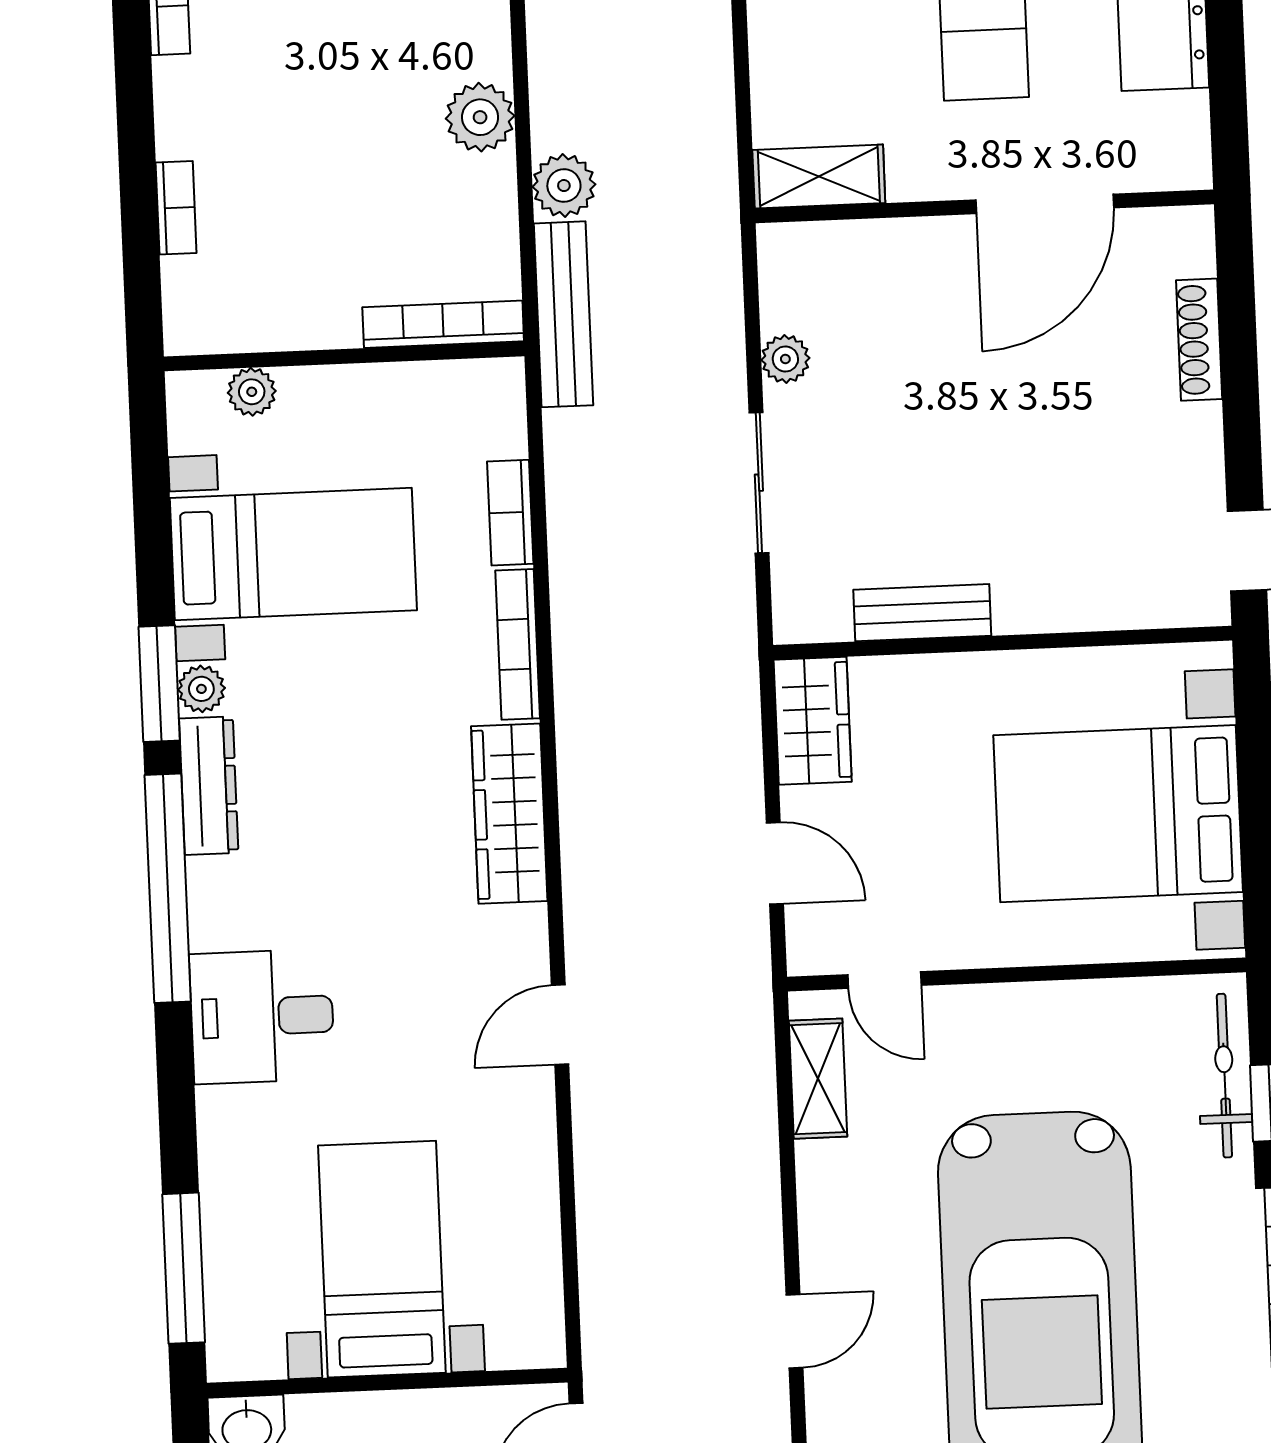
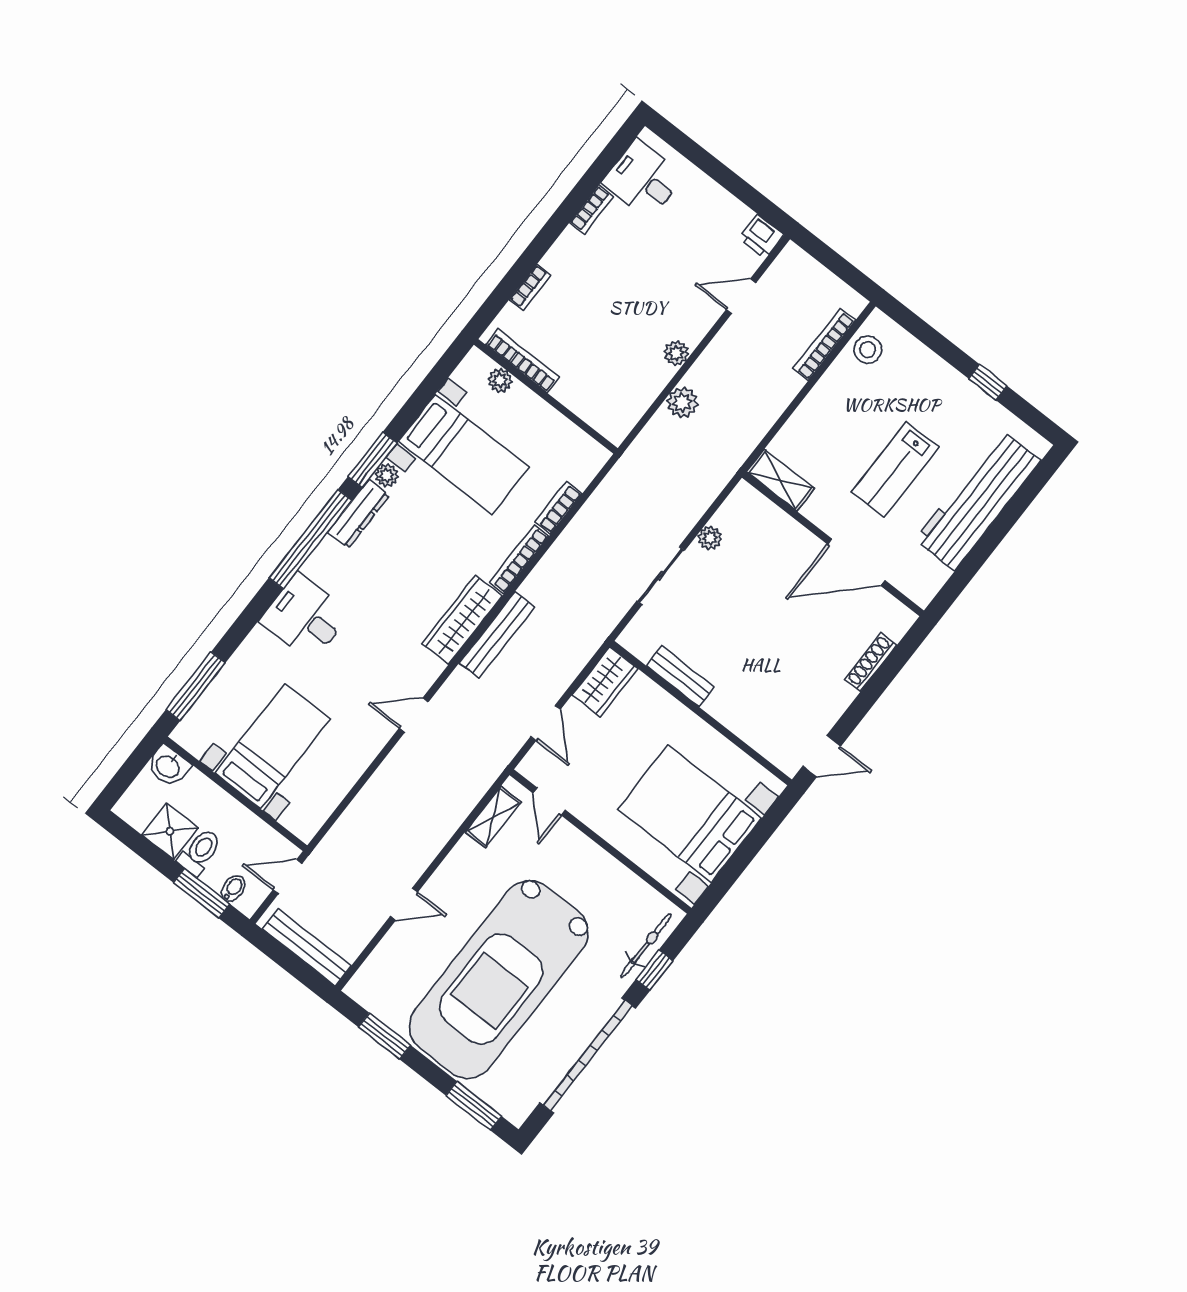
plant: (480, 117) -> (676, 353), width x0.73, depth x0.73
bench: (563, 314) -> (497, 635), moved
bookcase: (443, 324) -> (523, 361), moved

